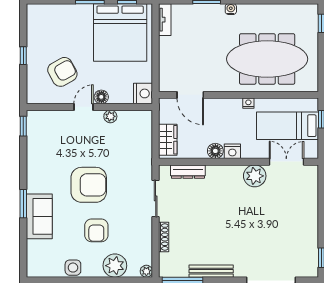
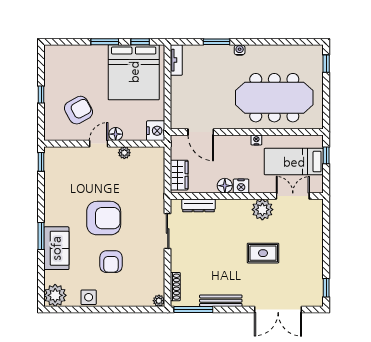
rug: (255, 221) -> (263, 253), added
shoe rack: (164, 237) -> (175, 287), moved
plant: (115, 266) -> (55, 295), moved

